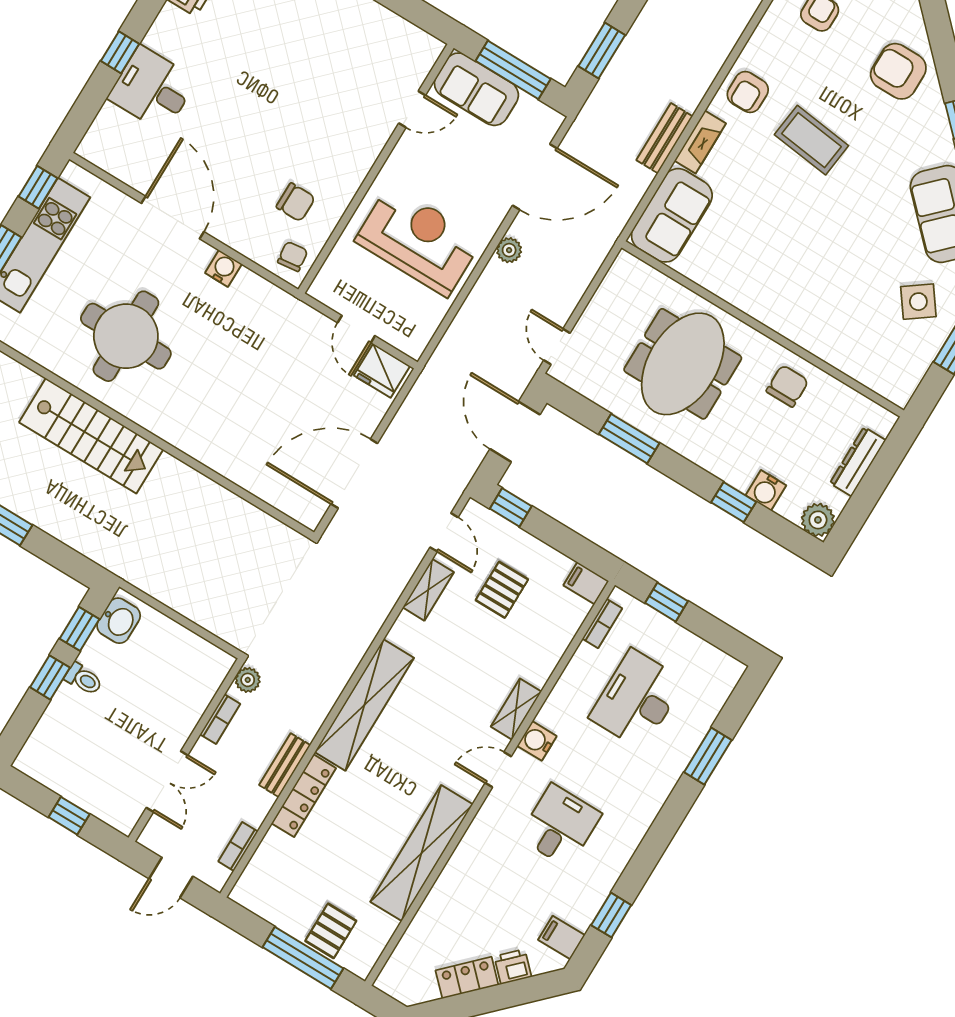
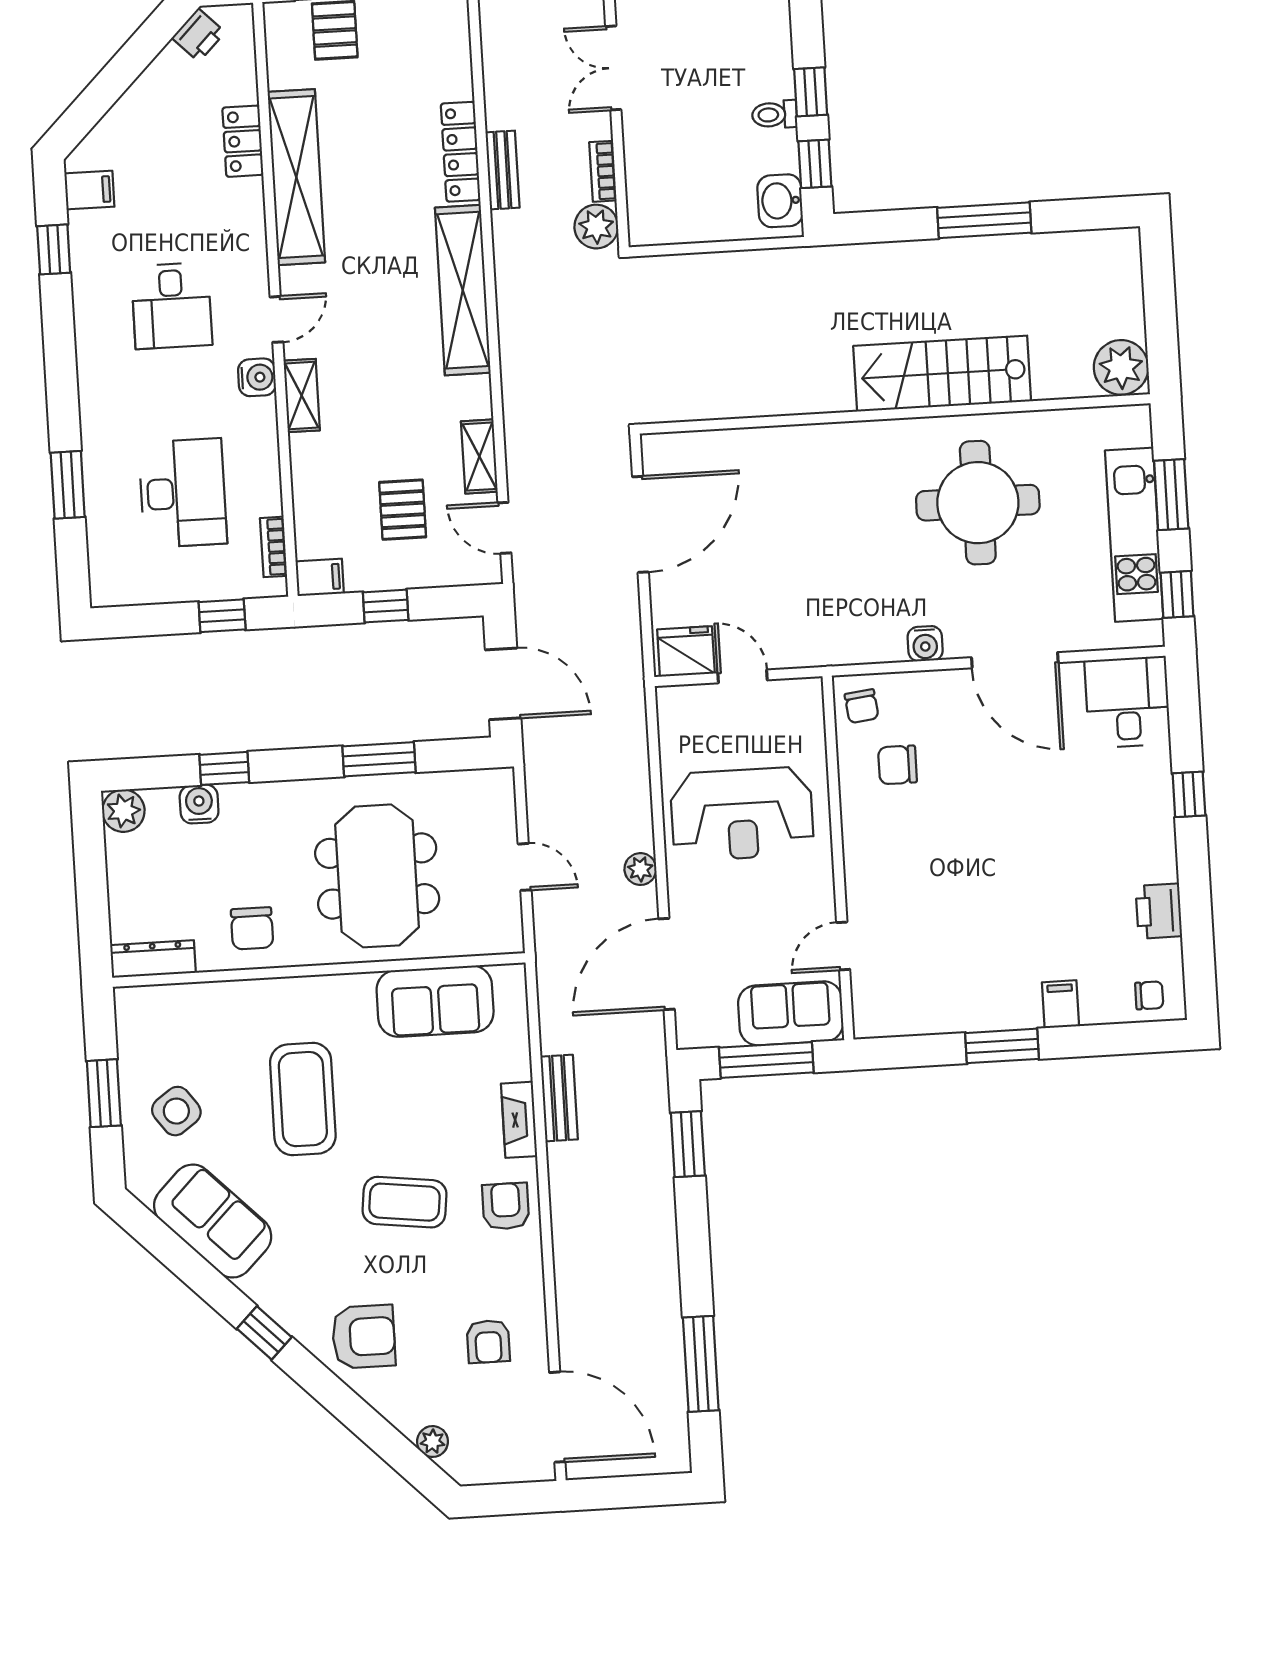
desk: (152, 89) -> (1127, 702), moved, turned -90
sofa: (672, 215) -> (435, 1001), moved, turned -90
coffee table: (831, 253) -> (303, 1099), added
door: (557, 347) -> (525, 867), moved
dresser: (858, 462) -> (153, 959), moved, turned -90
window: (511, 507) -> (386, 606), moved
plant: (248, 680) -> (596, 227), width x1.38, depth x1.38
bookcase: (238, 846) -> (492, 51), removed
printer: (513, 967) -> (199, 35), moved
locker: (467, 978) -> (243, 141), moved, turned 135

